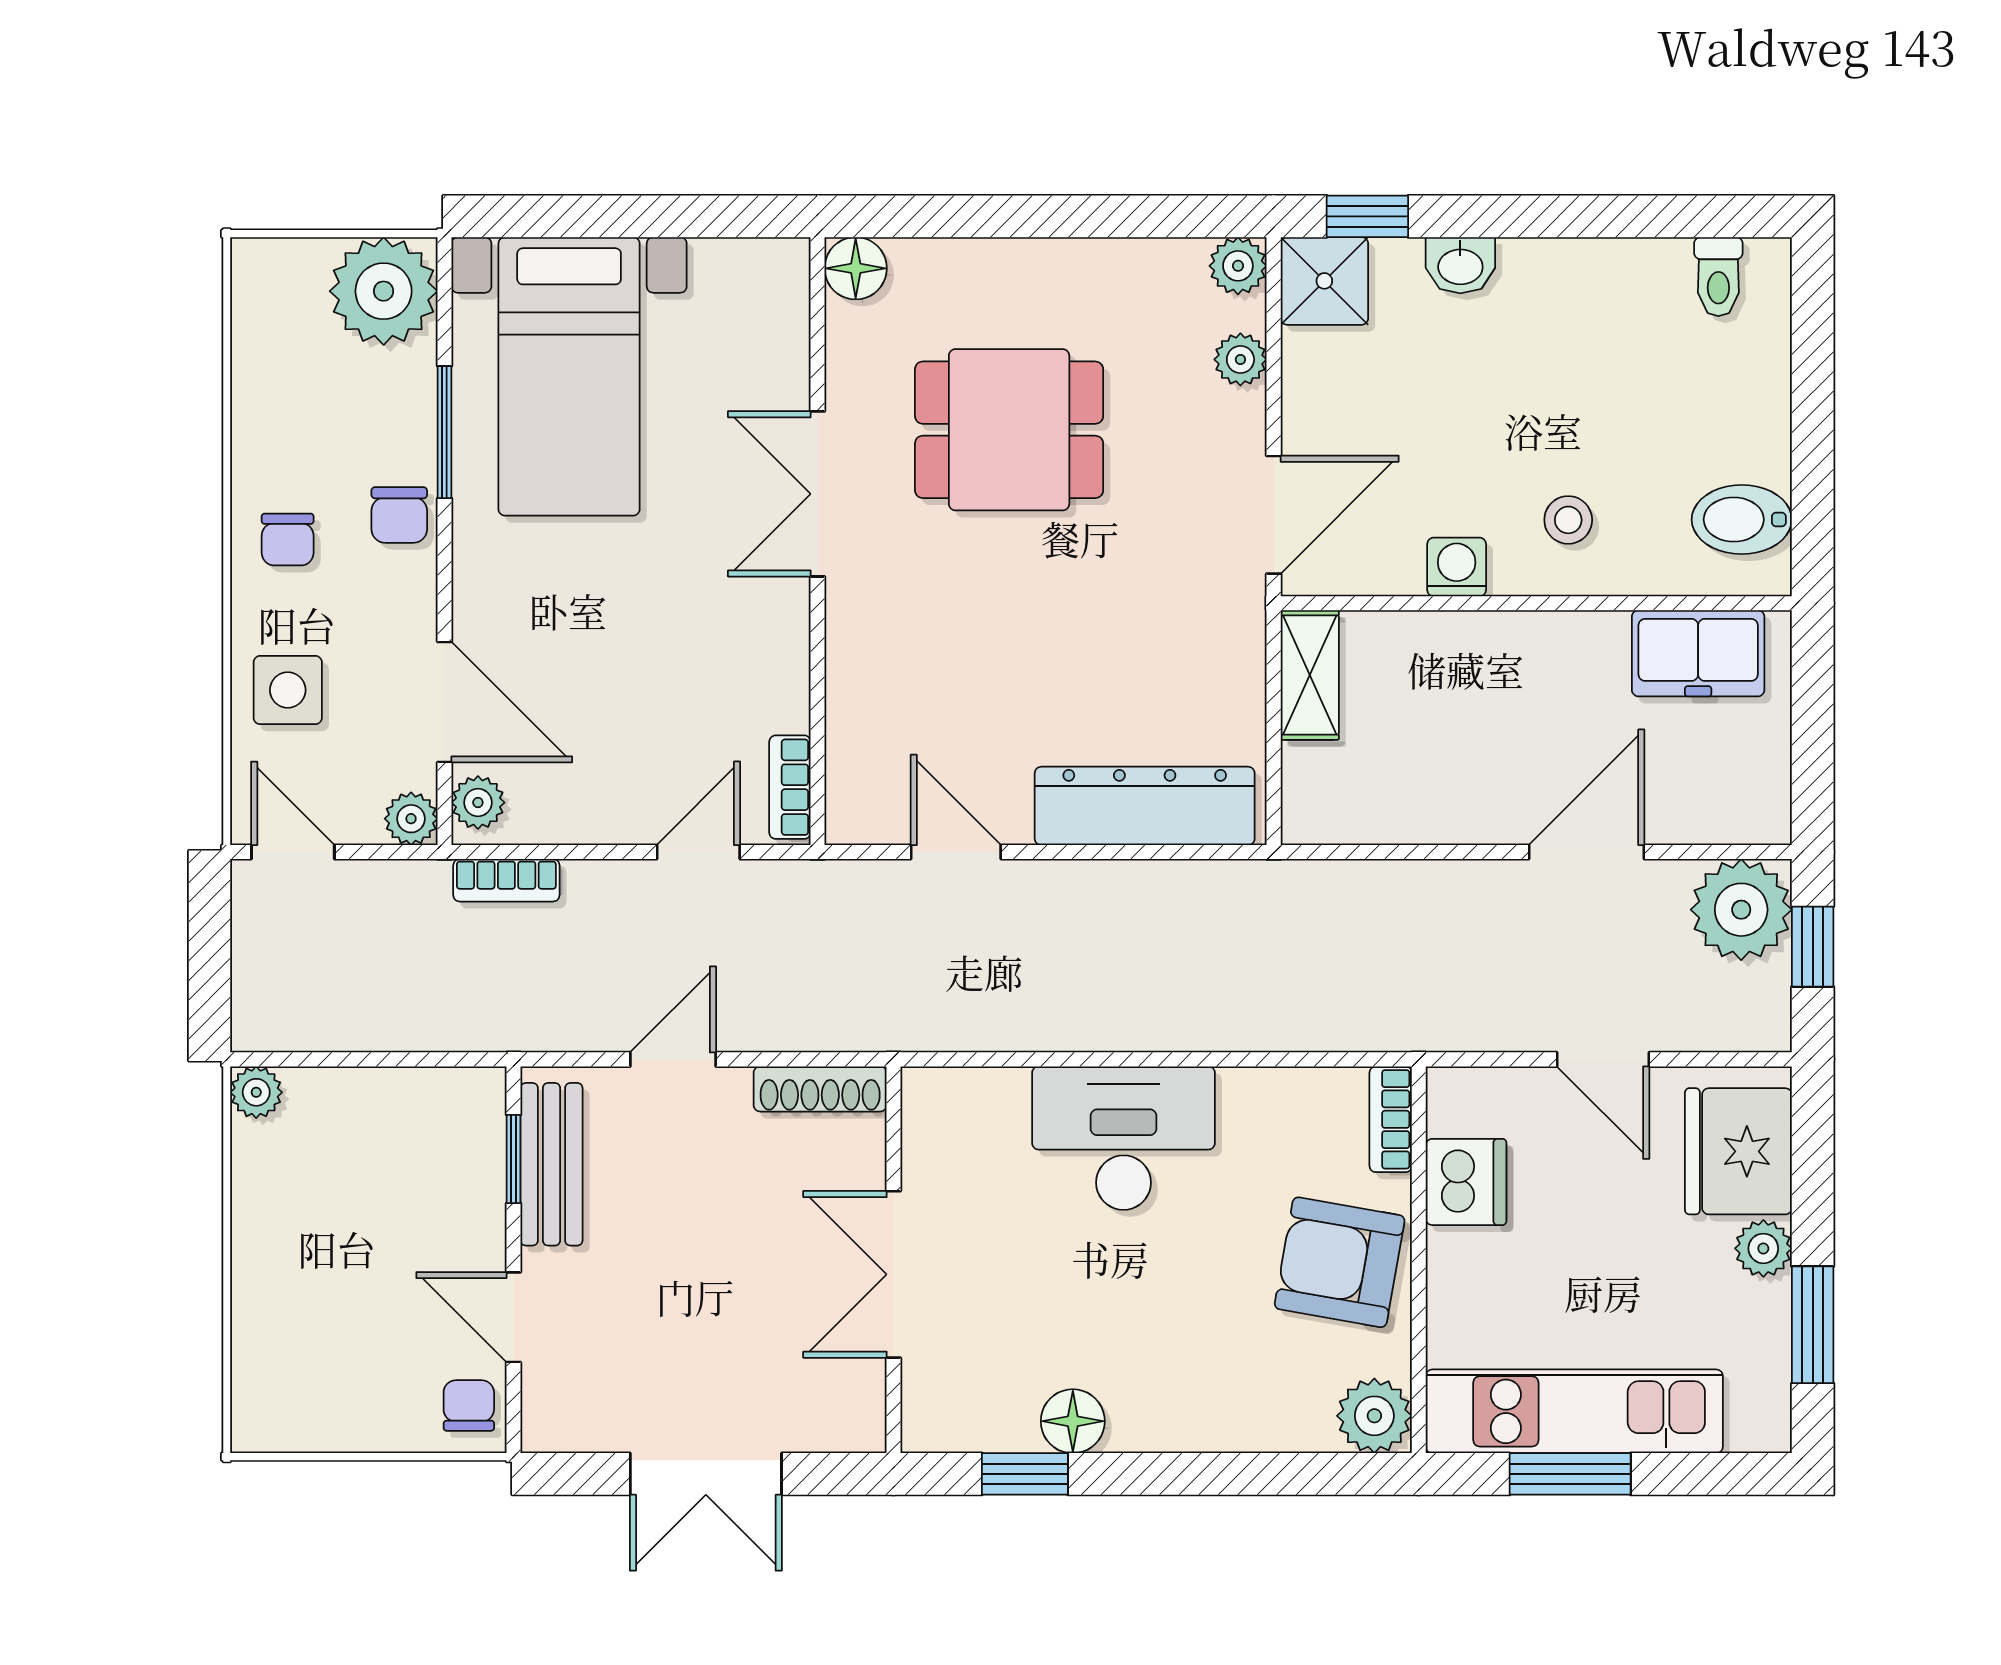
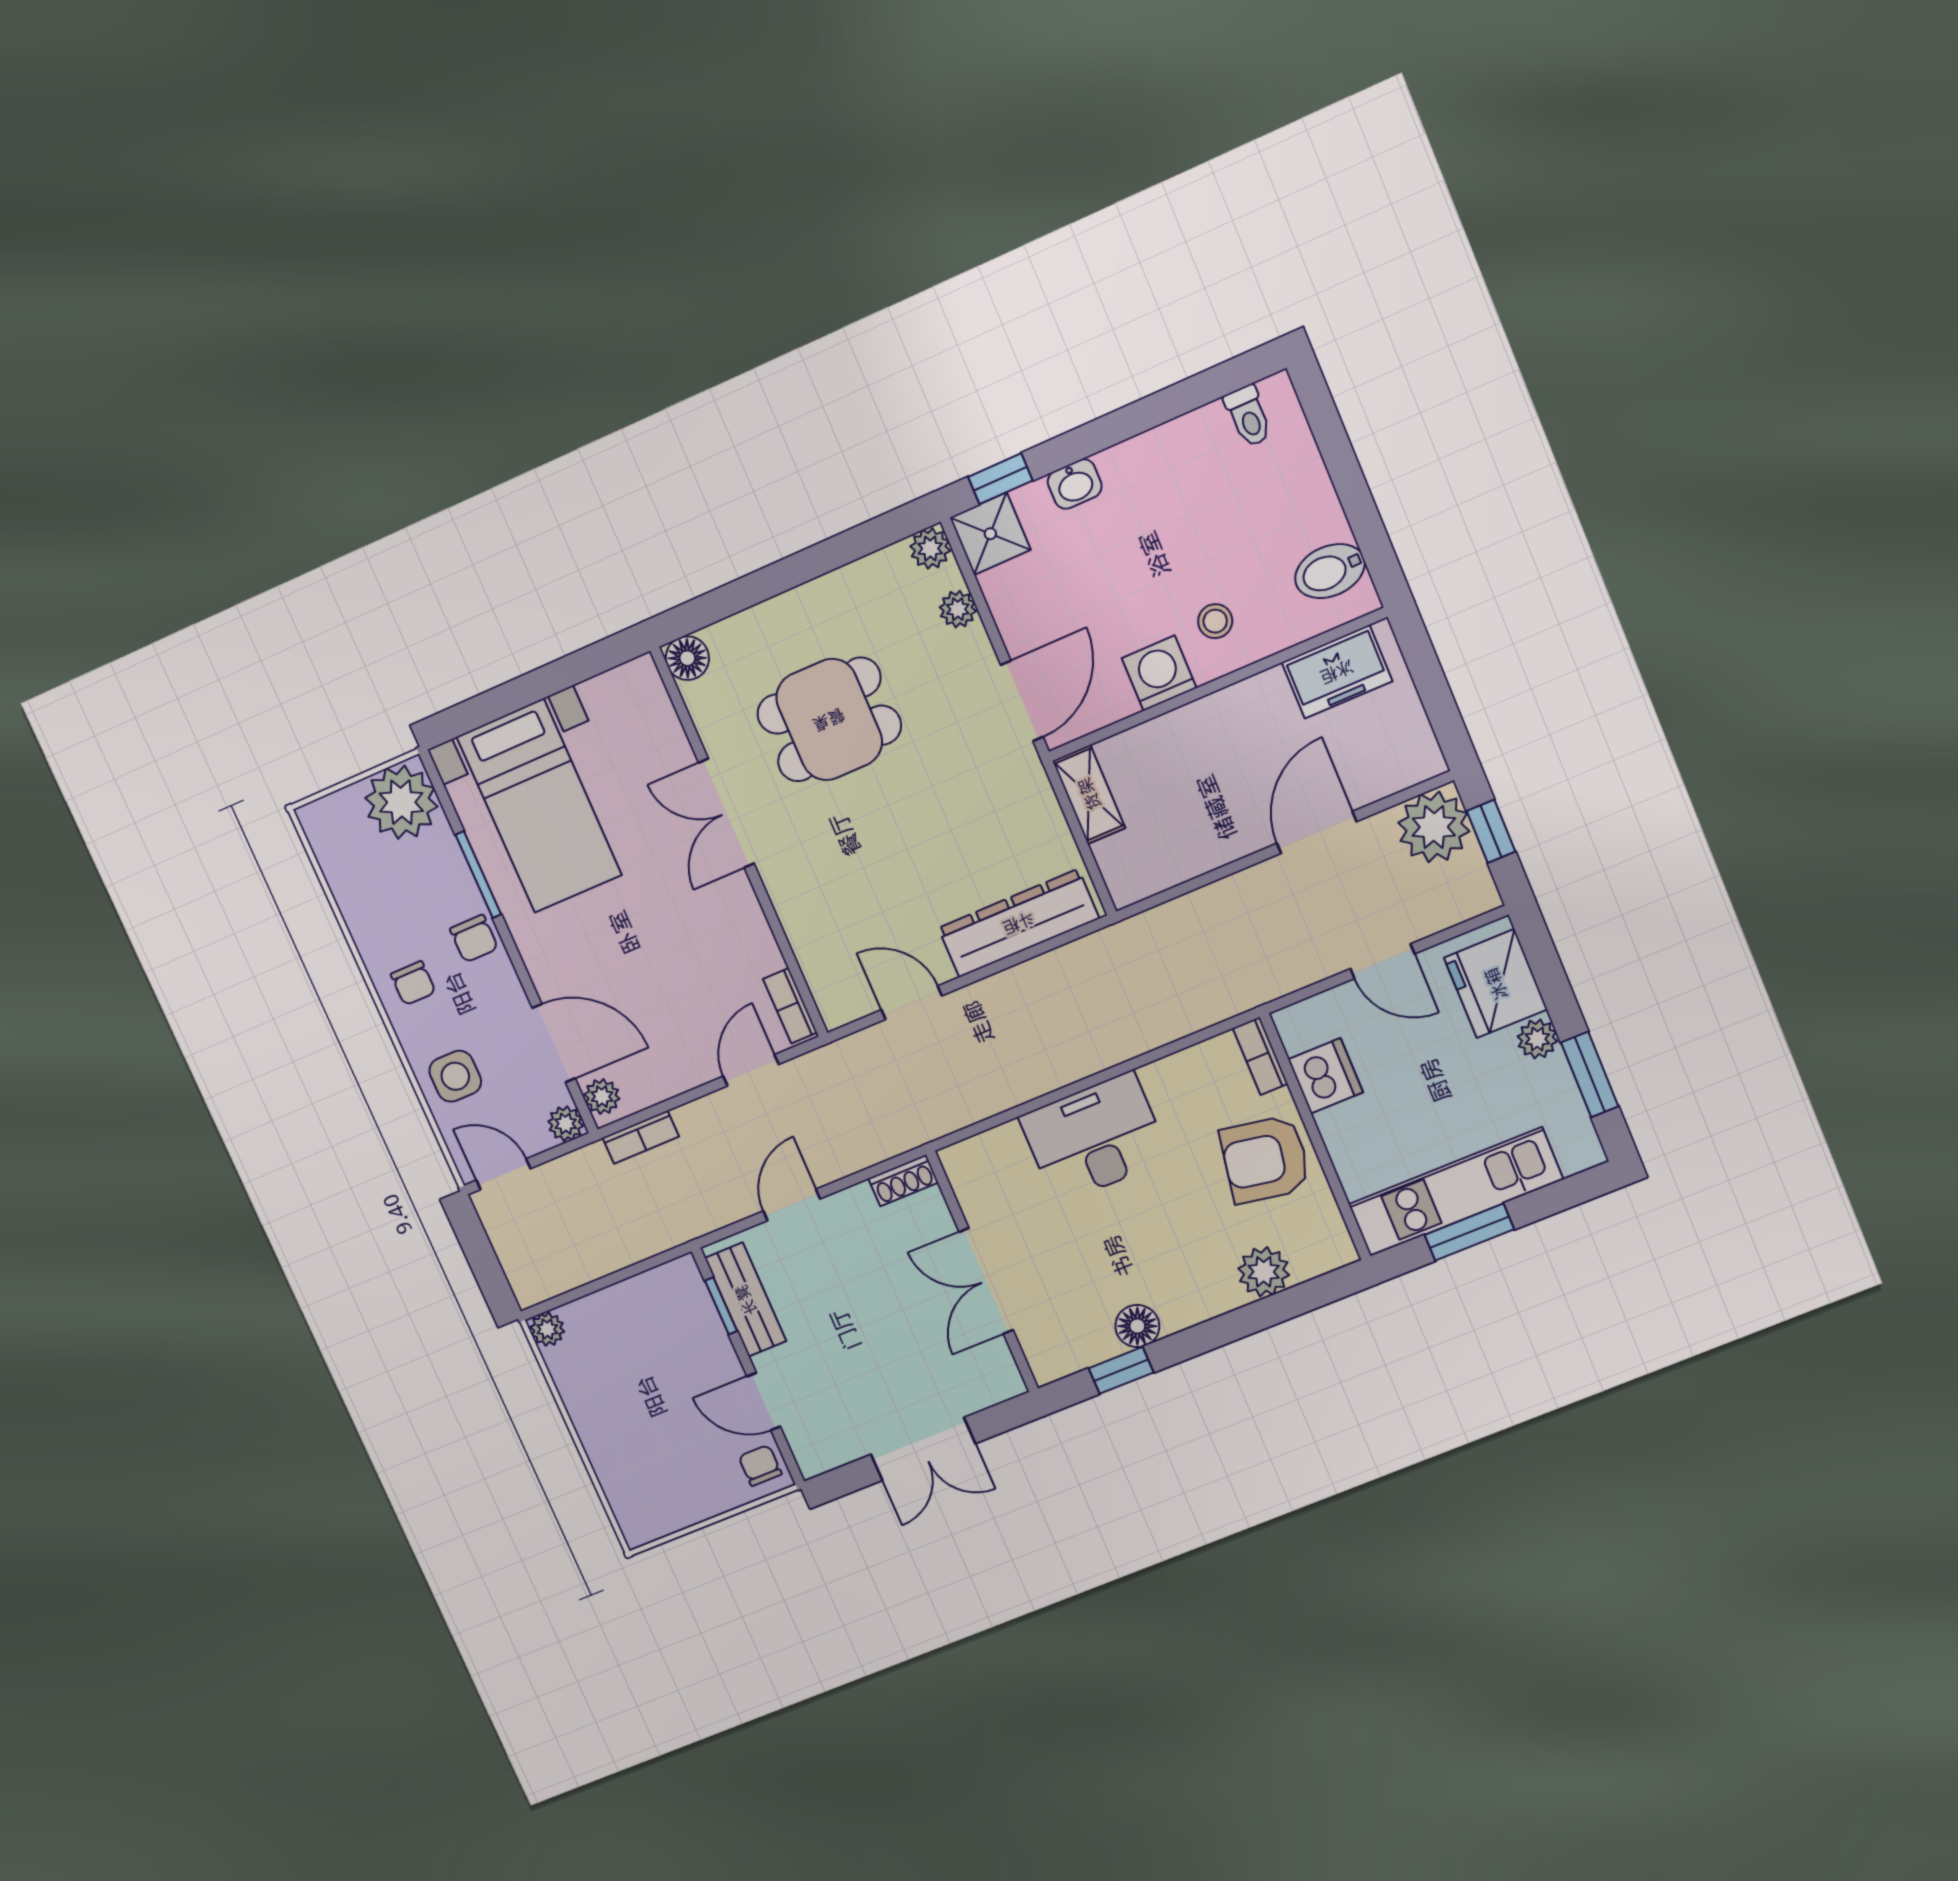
washing machine: (1457, 567) -> (1159, 673), width x1.38, depth x1.38
shoe rack: (820, 1089) -> (903, 1180), width x0.70
plant: (1374, 1416) -> (1264, 1272), moved

